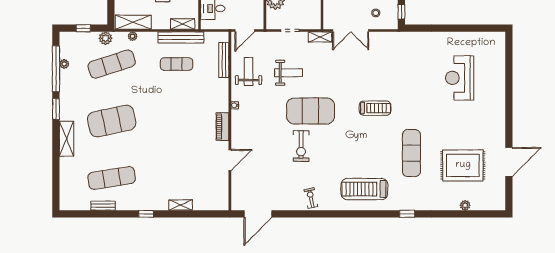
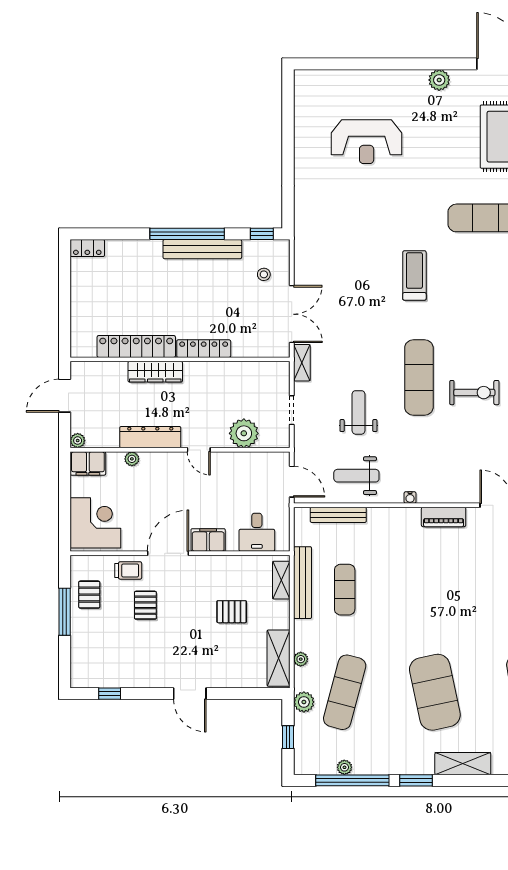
exercise mat: (112, 64) -> (345, 692), turned 33
exercise mat: (311, 111) -> (419, 378), width x0.68
plant: (499, 124) -> (439, 80), added

